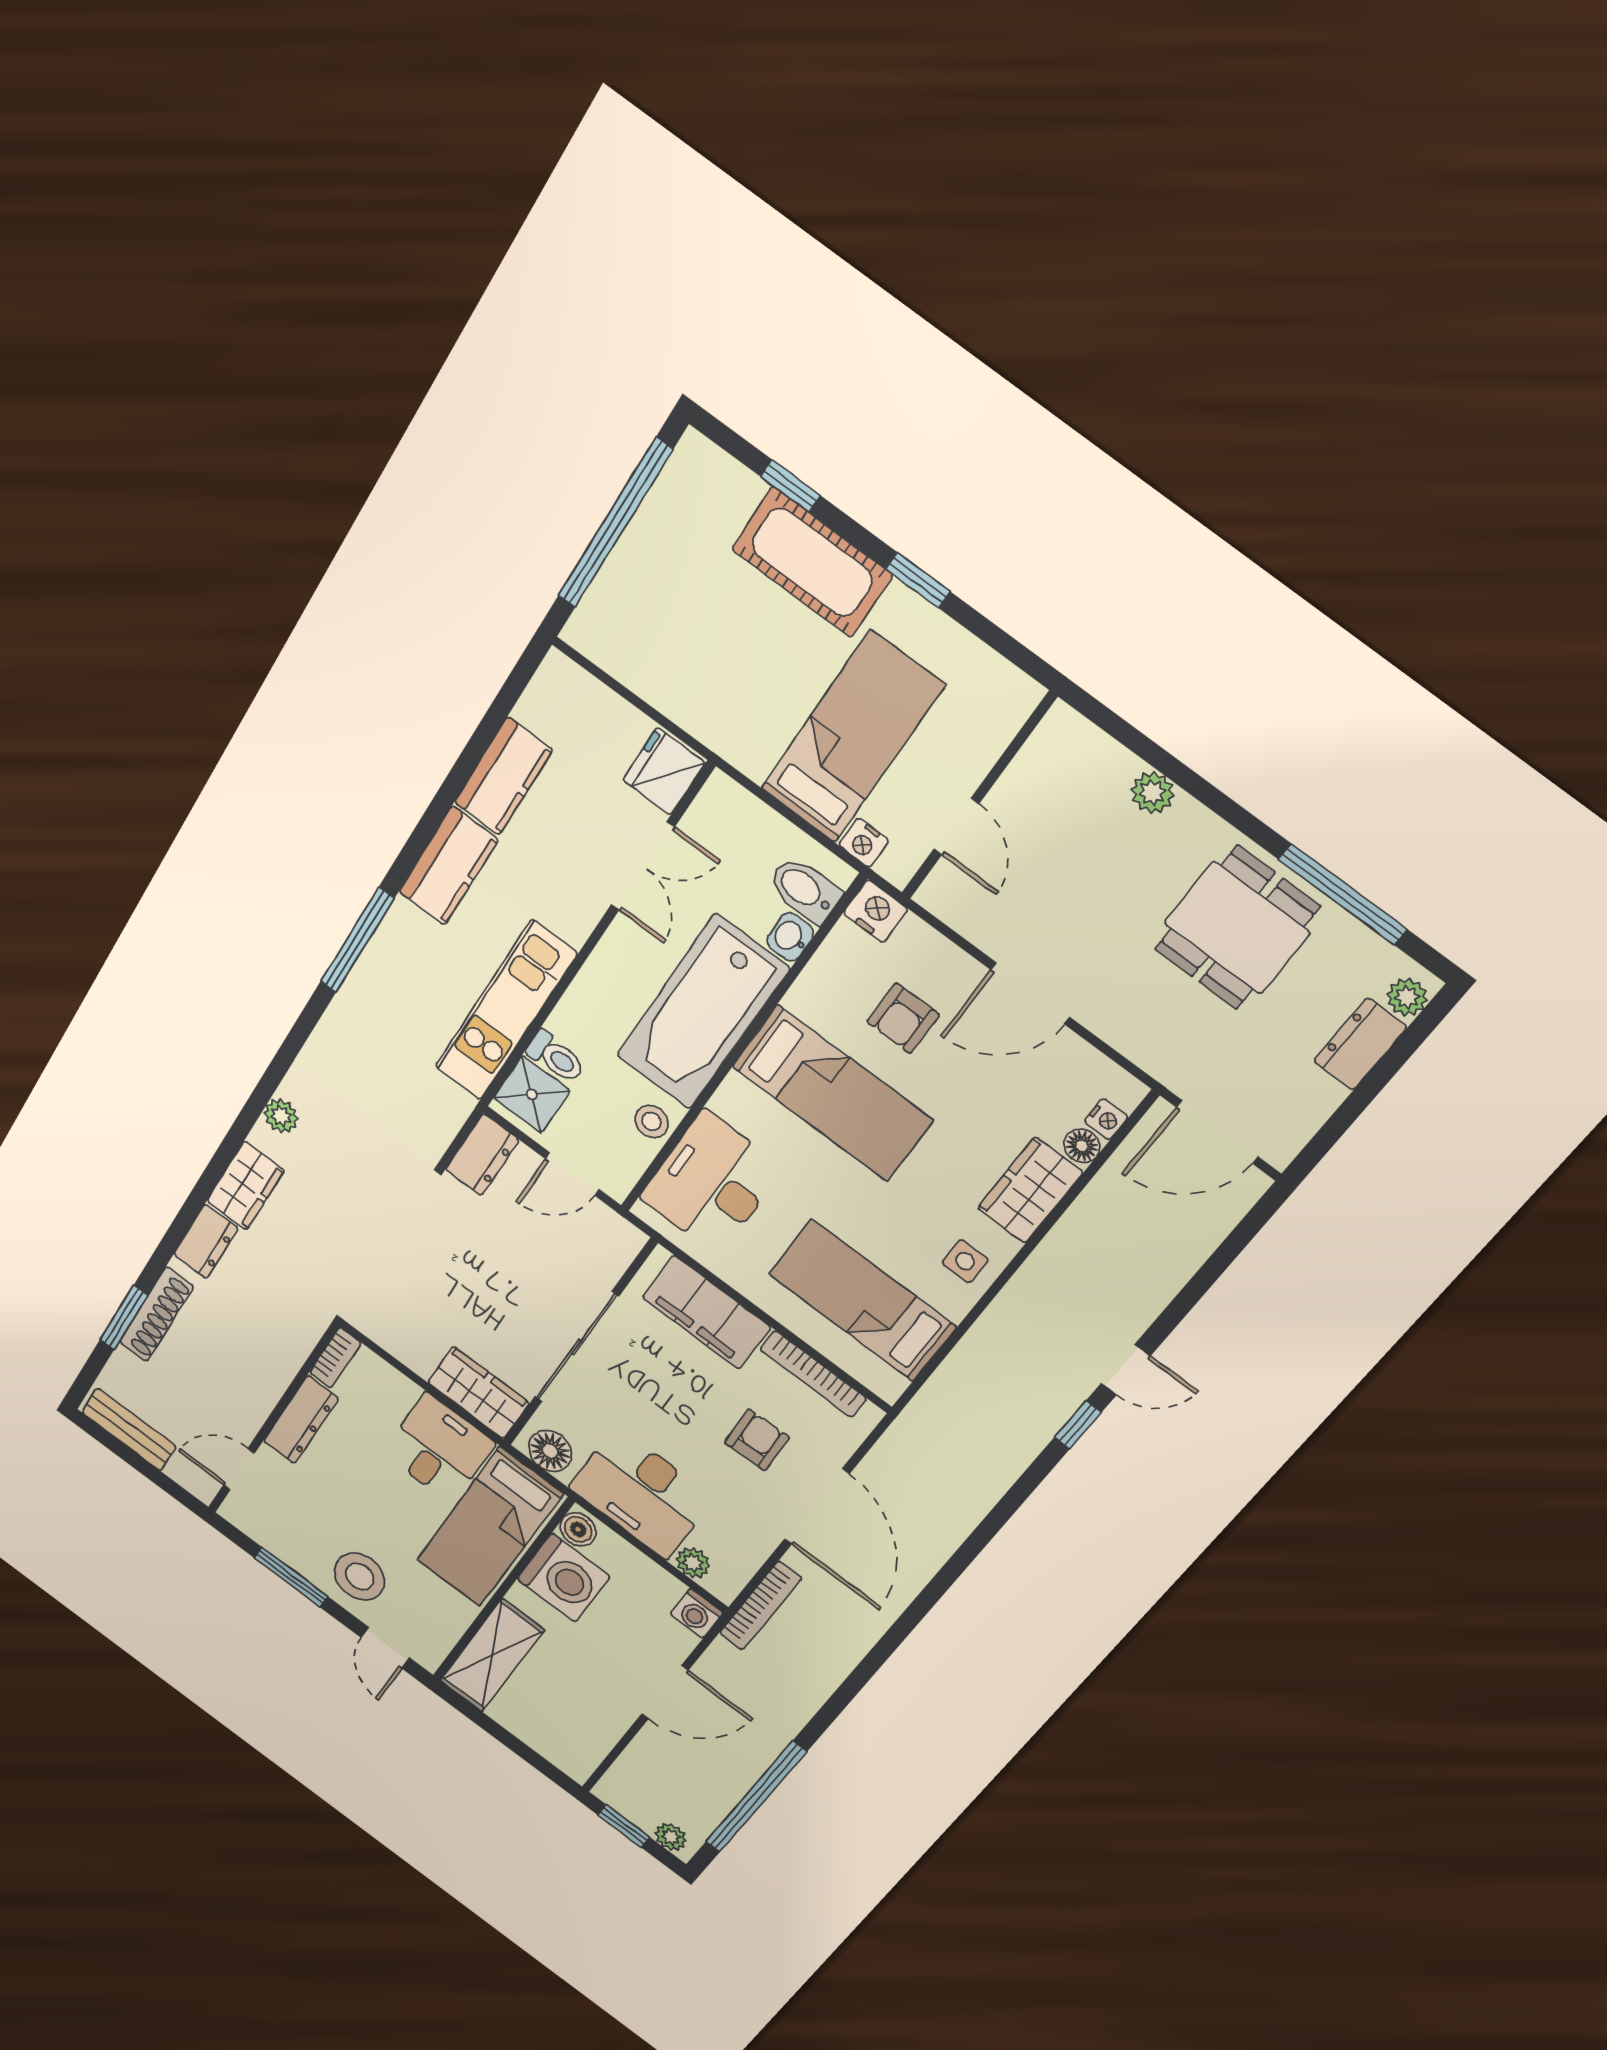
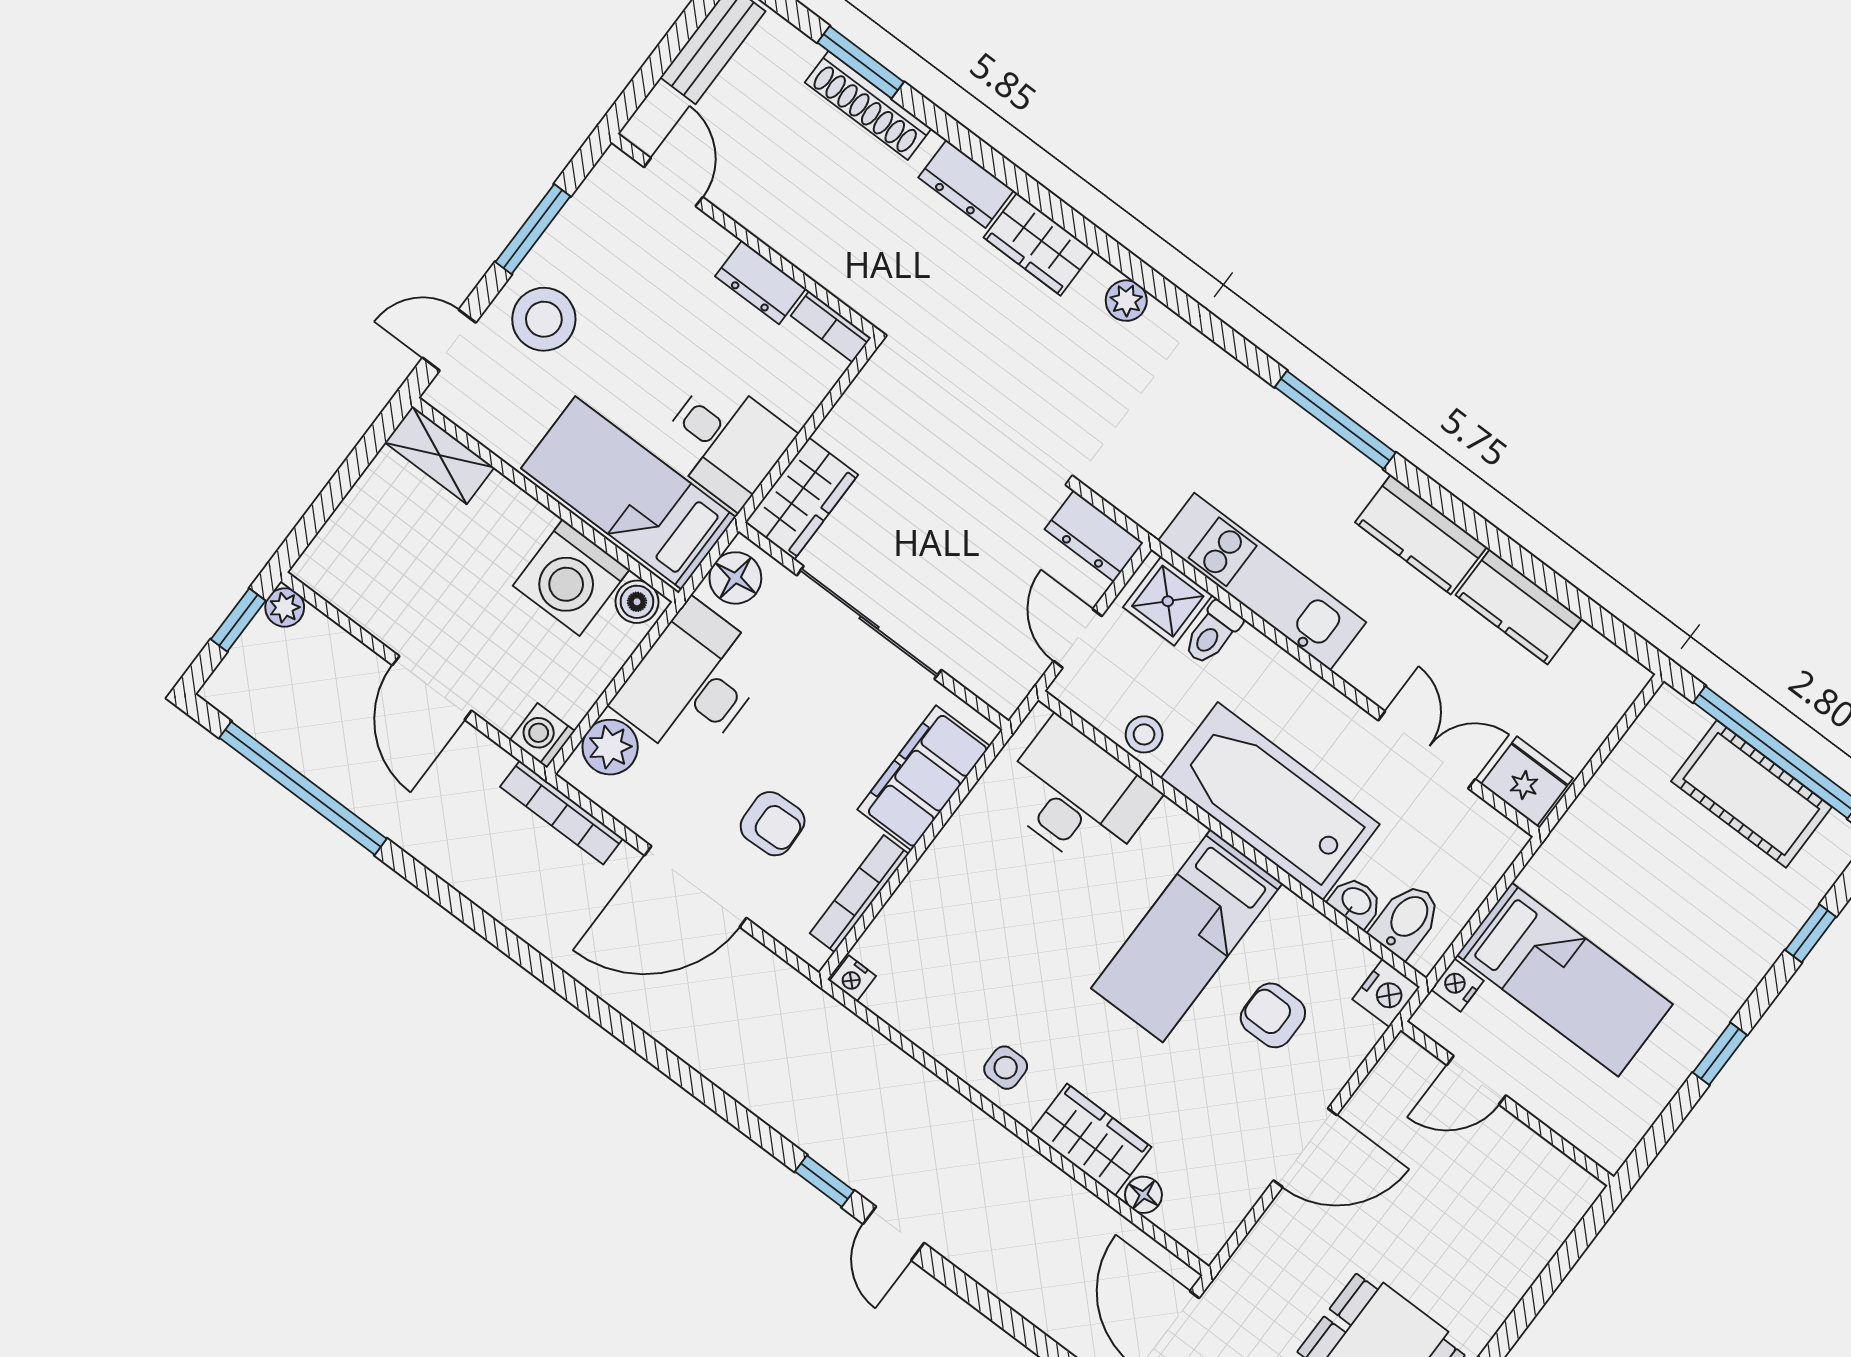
cot: (812, 562) -> (1751, 794), moved, turned 90
plant: (1152, 792) -> (1515, 1274), removed
double door: (643, 866) -> (1427, 750), swing flipped
door: (1030, 993) -> (1305, 1148), swing flipped
nightstand: (1106, 1119) -> (853, 978), moved
bed: (862, 1300) -> (952, 954), removed
dresser: (301, 1420) -> (760, 282), width x0.70
plant: (693, 1563) -> (610, 747), width x1.38, depth x1.38
shelving: (492, 1655) -> (440, 455), width x0.67, depth x0.75
plant: (671, 1837) -> (285, 607), moved

